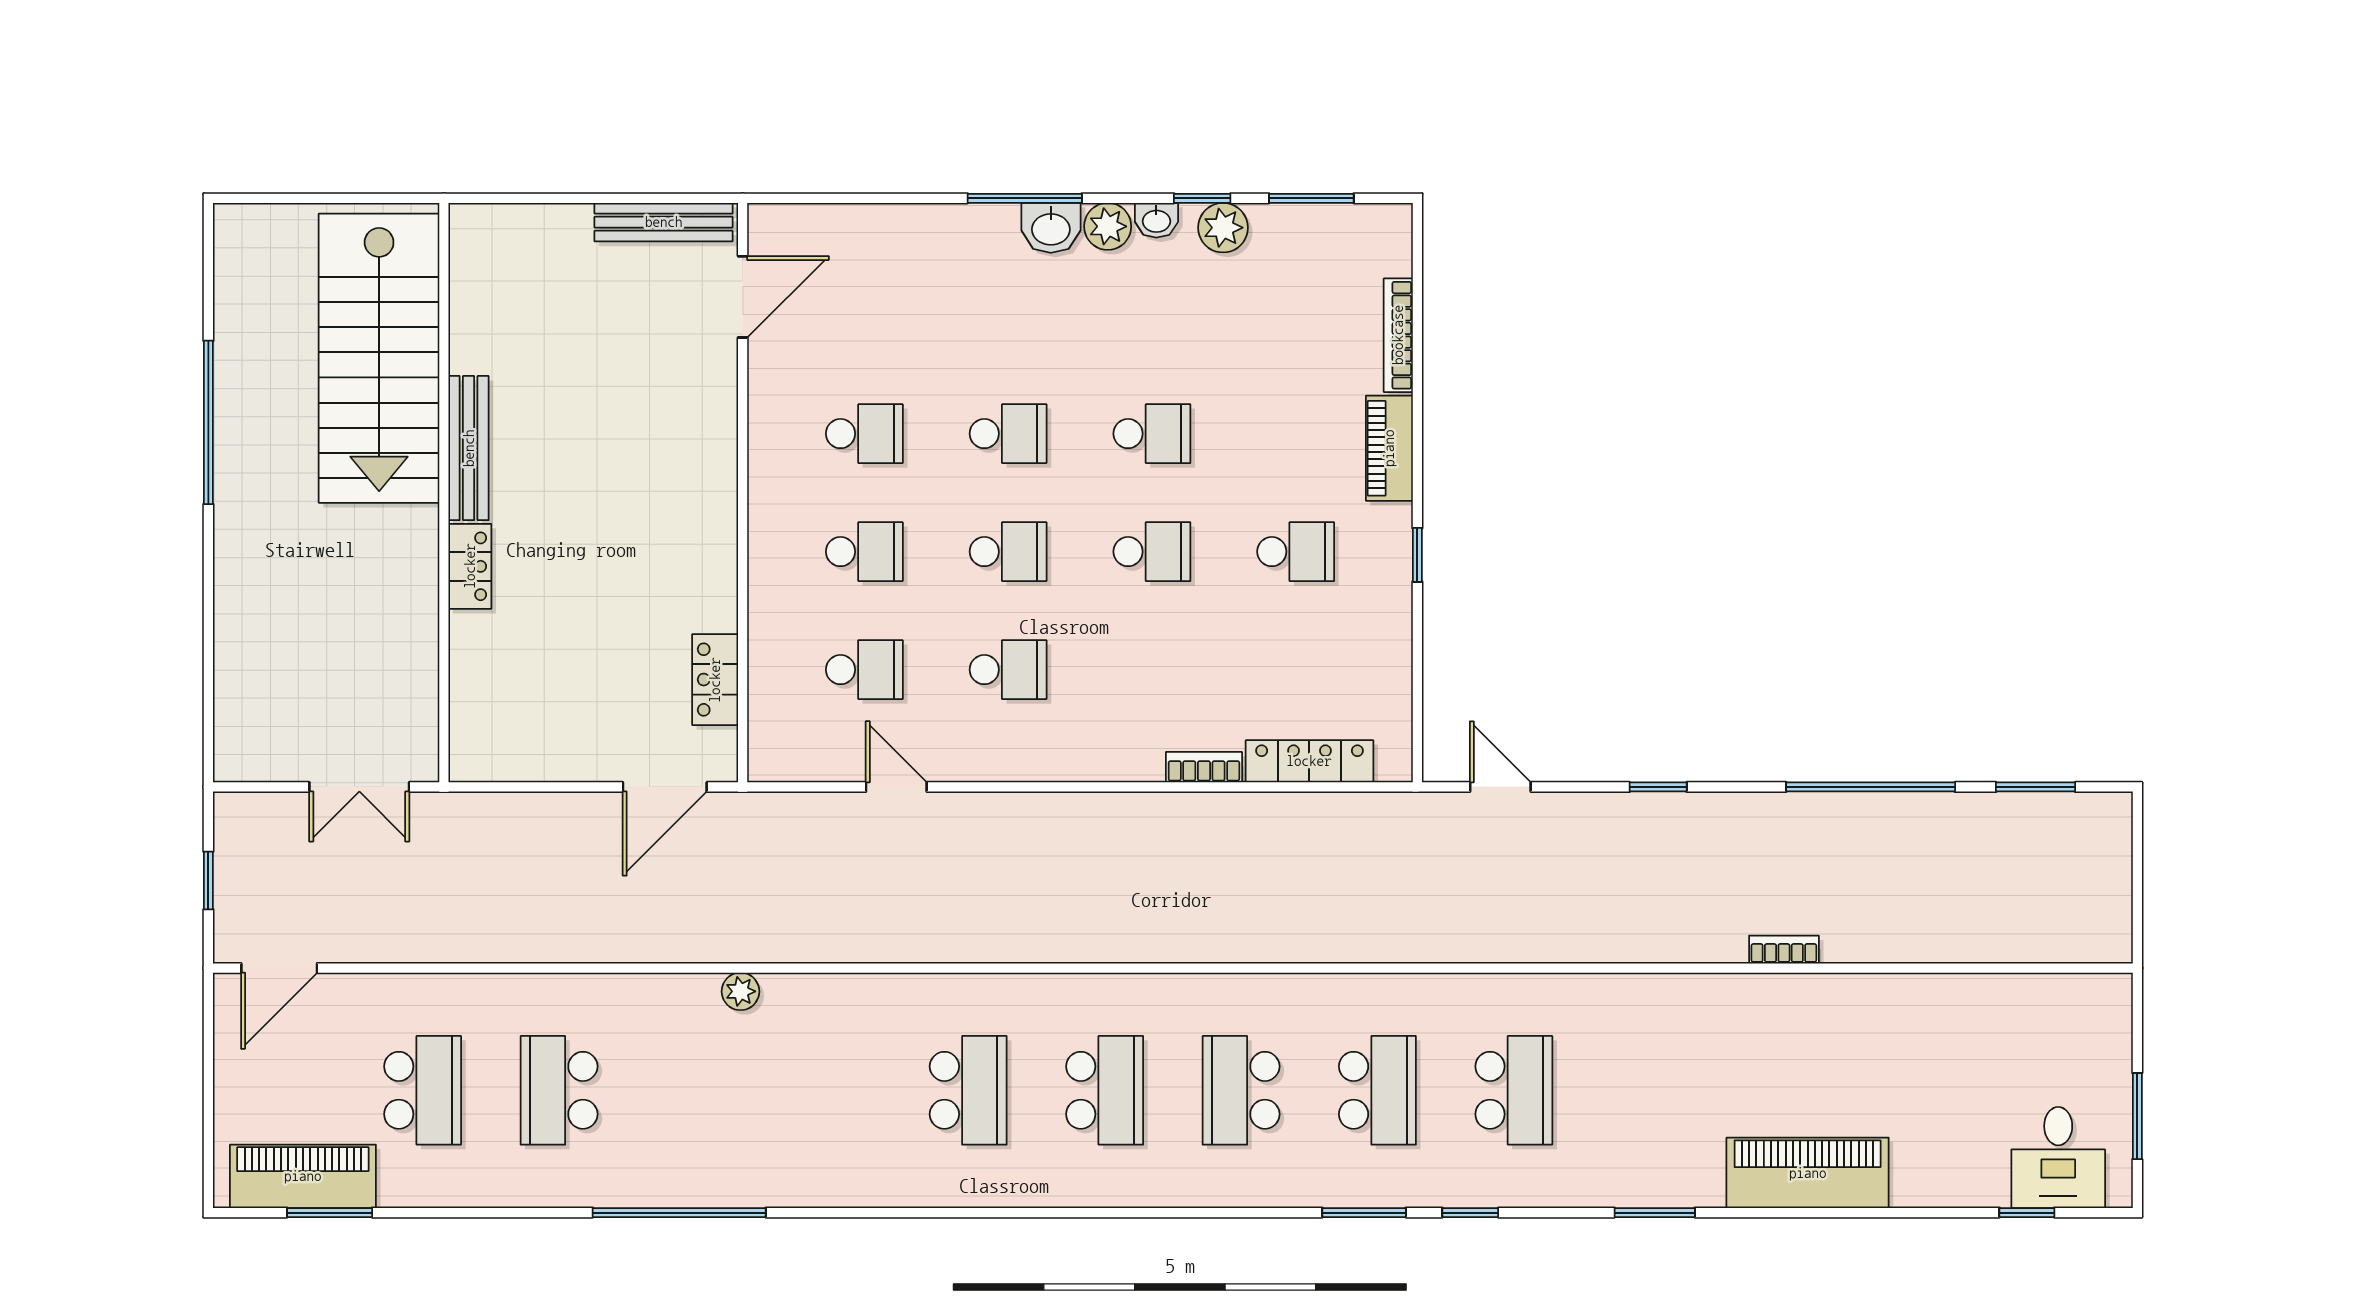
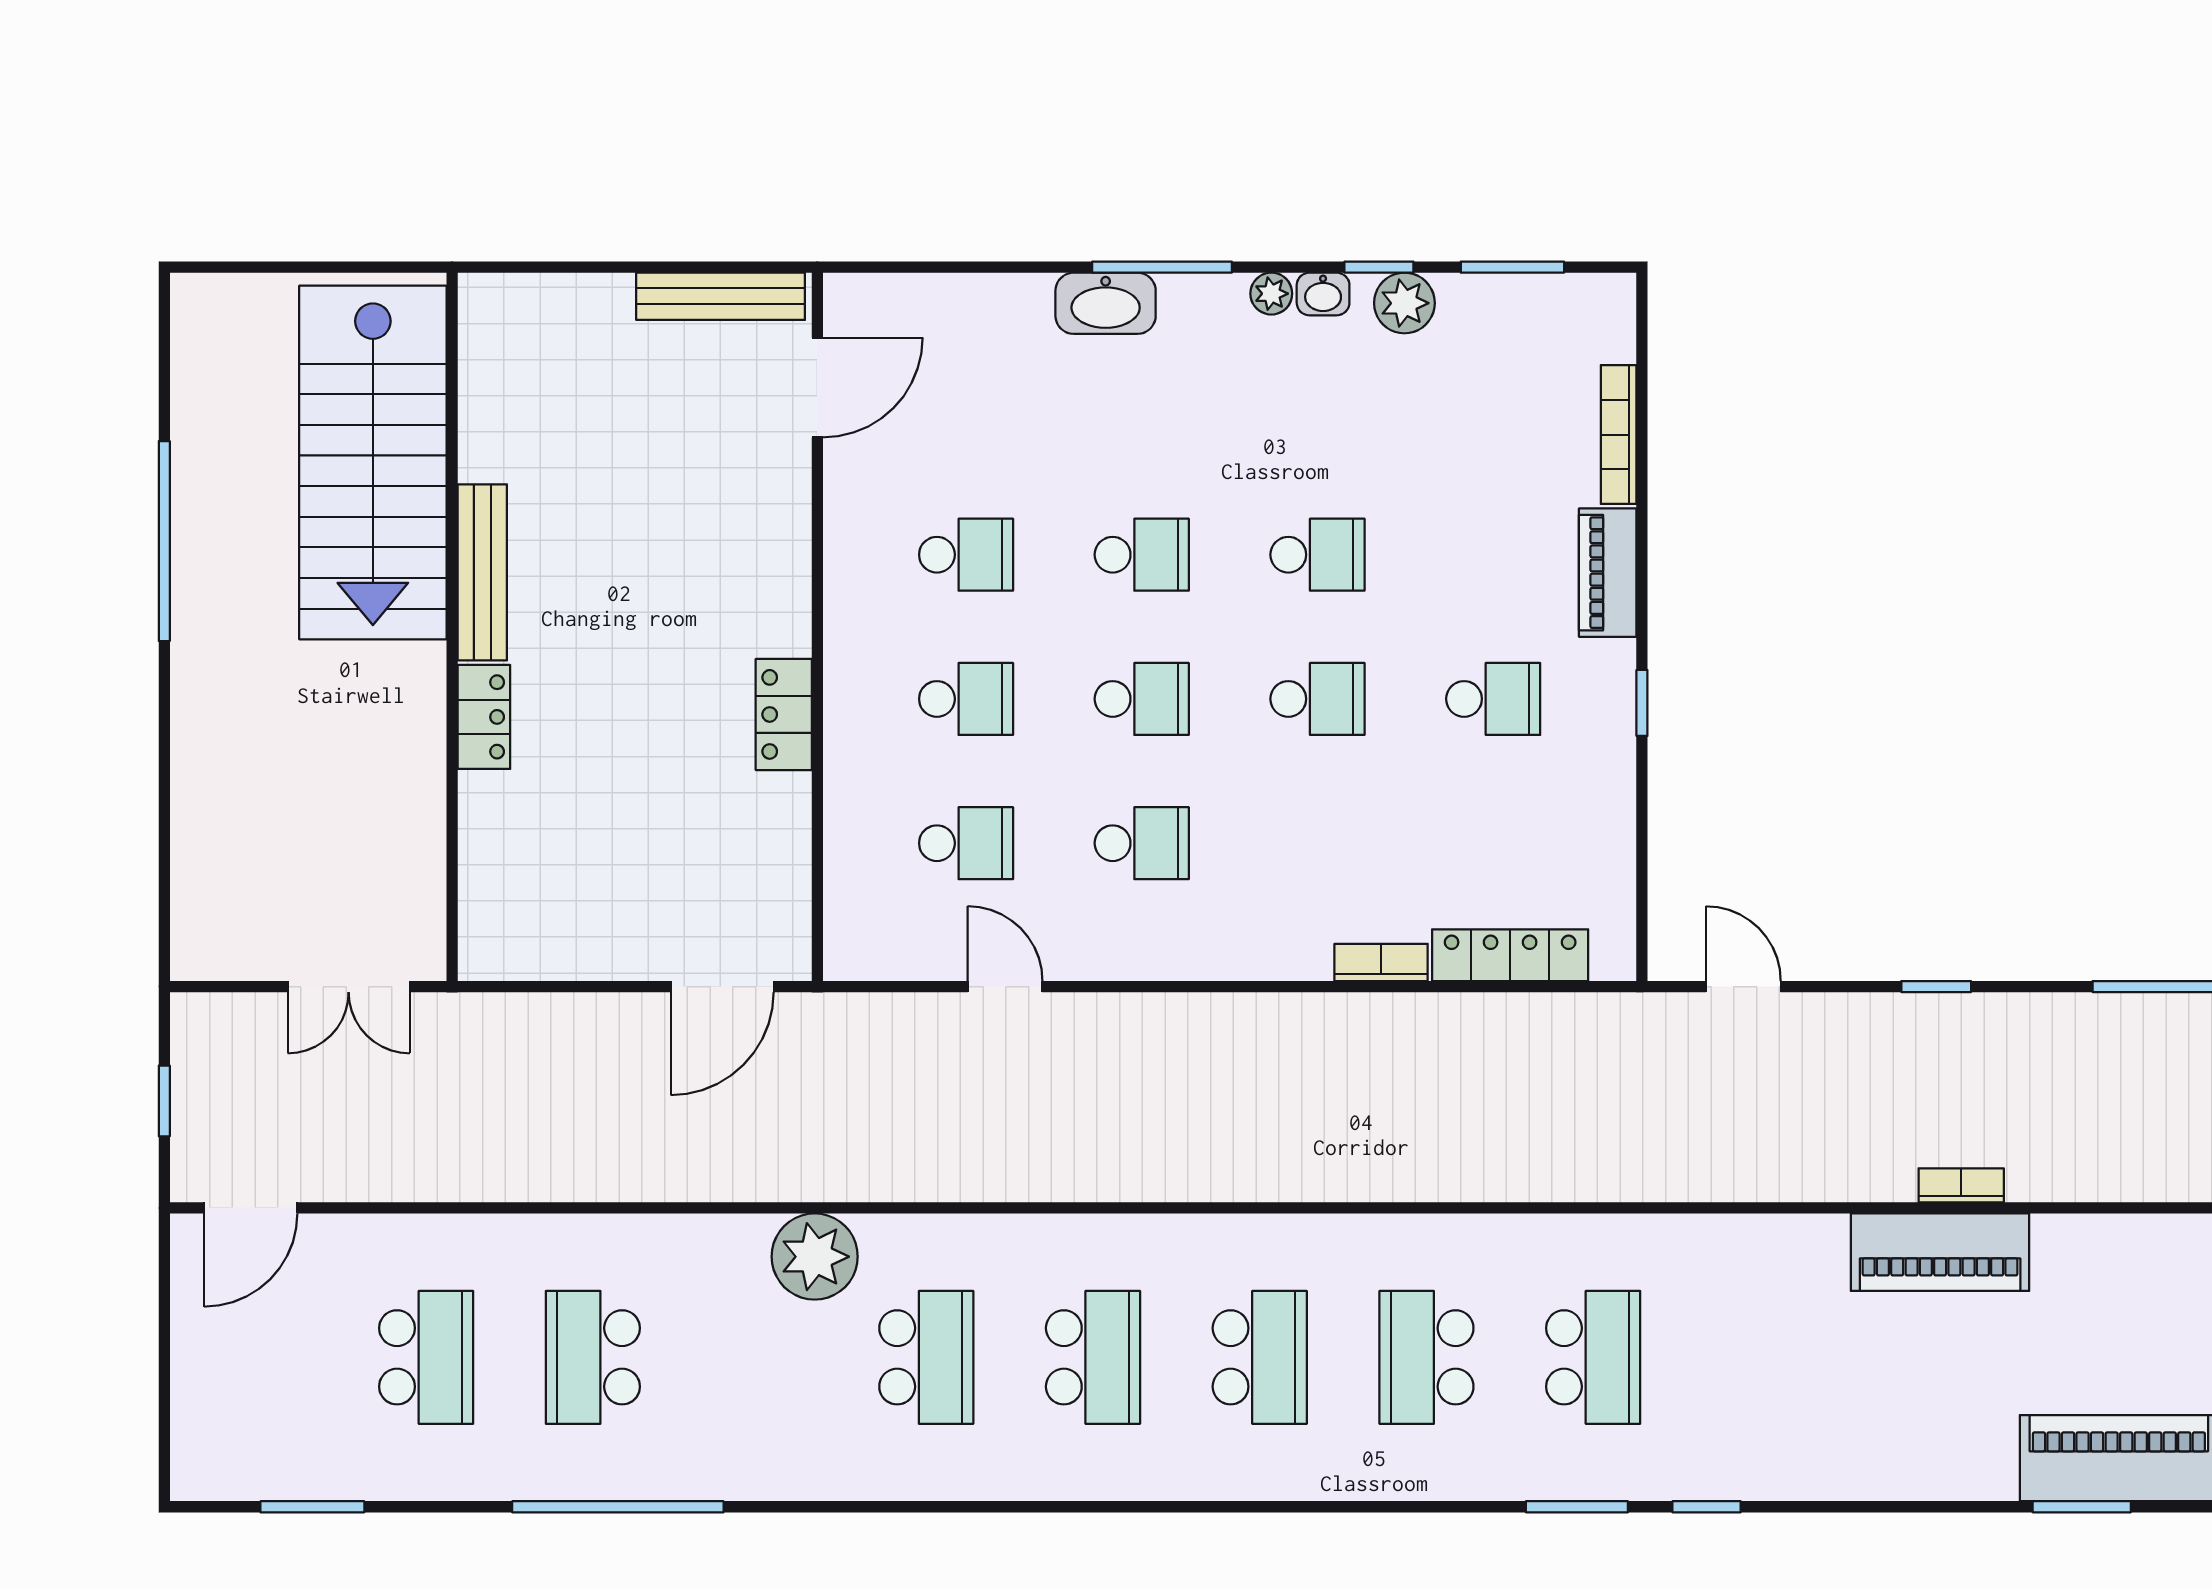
plant: (1108, 226) -> (1271, 294), width x0.73, depth x0.73
washbasin: (1051, 228) -> (1106, 303), moved, width x1.38
locker: (715, 680) -> (784, 714), moved
bookcase: (1784, 950) -> (1961, 1185), moved
plant: (740, 991) -> (815, 1257), width x1.87, depth x1.87
school desk: (1514, 1090) -> (926, 1357), moved
piano: (303, 1176) -> (1940, 1252), moved, turned 180
window: (679, 1213) -> (618, 1507), moved
window: (1655, 1213) -> (2082, 1507), moved

